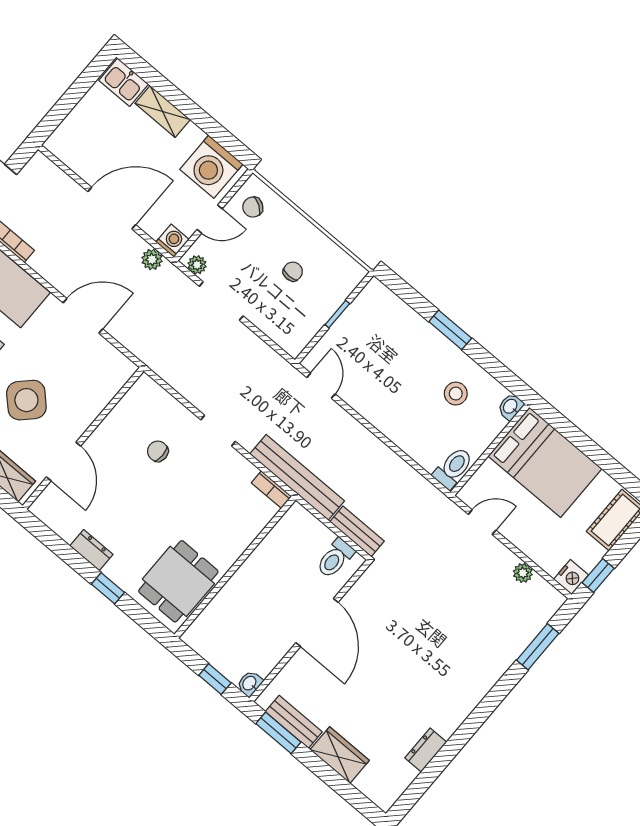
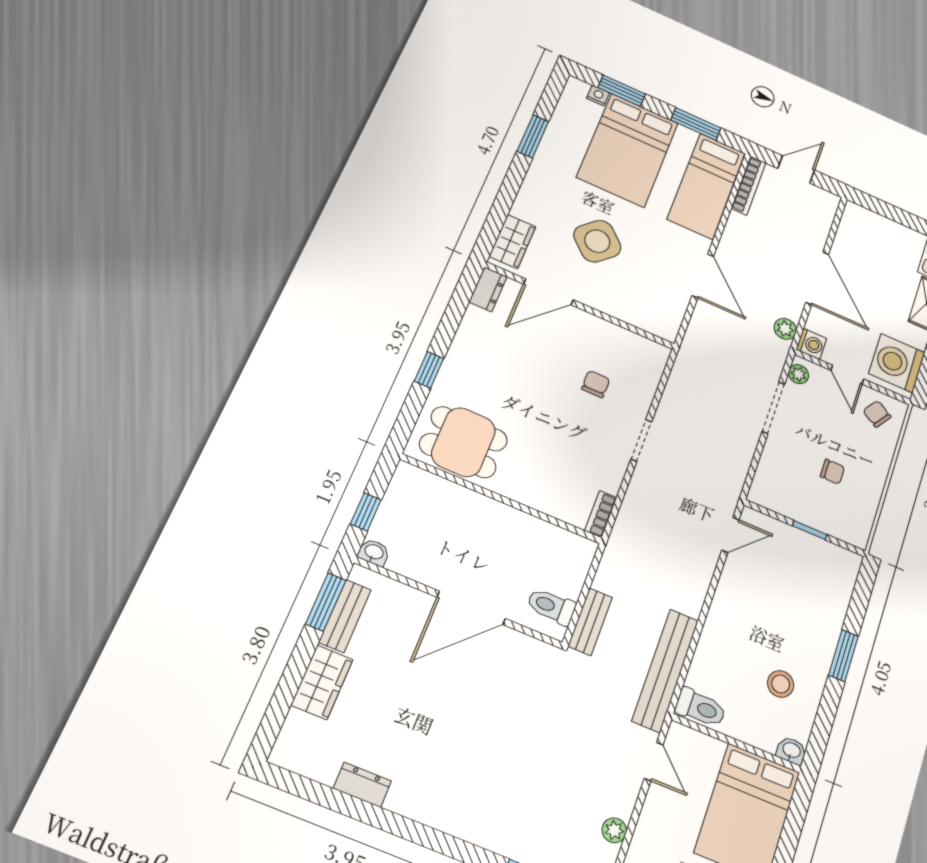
bench: (297, 477) -> (665, 670), moved
dresser: (91, 550) -> (488, 289), moved

